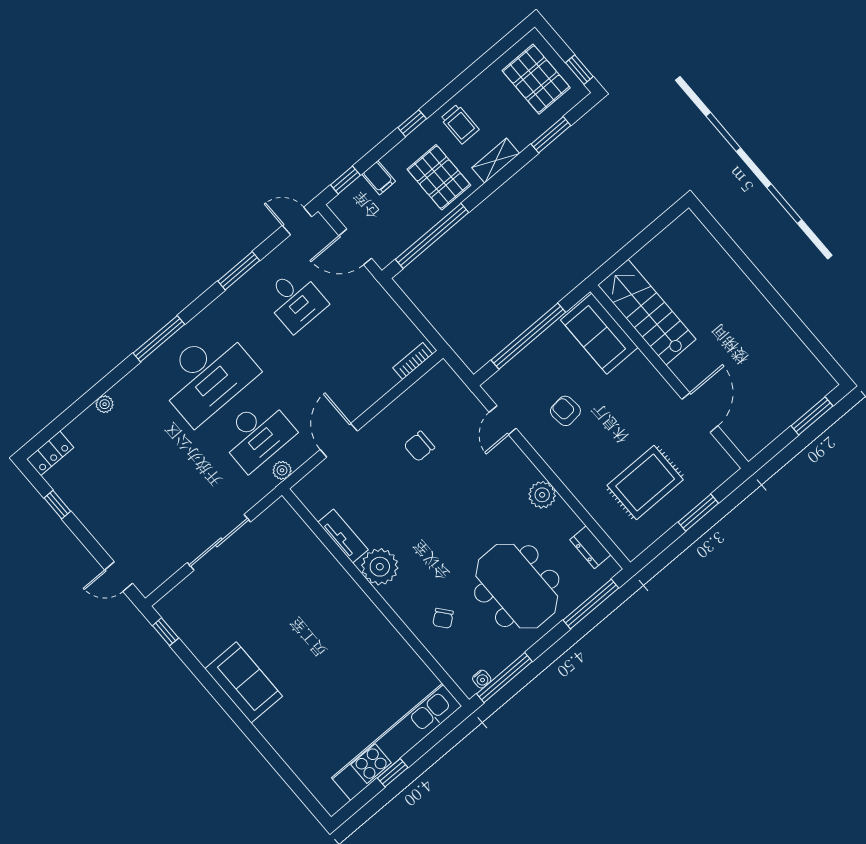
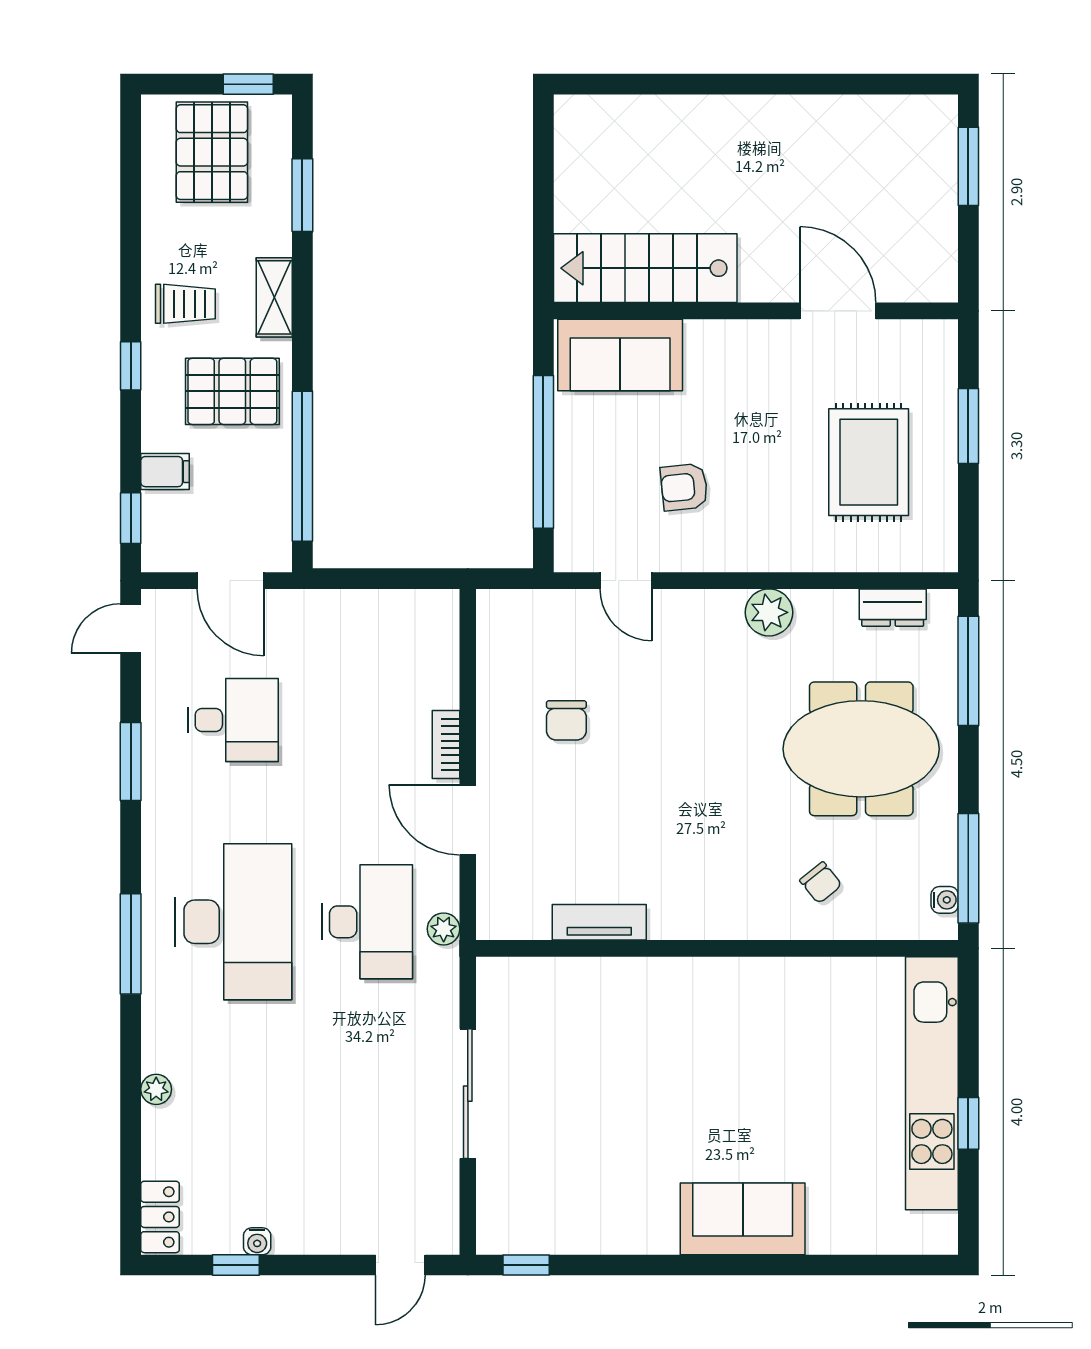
pallet: (536, 79) -> (212, 152), turned 90
door: (355, 247) -> (230, 581), hinge flipped
bookcase: (413, 361) -> (446, 744), moved
water cooler: (76, 505) -> (257, 1241), added
plant: (380, 567) -> (681, 908), removed
sofa: (244, 682) -> (743, 1219), moved

